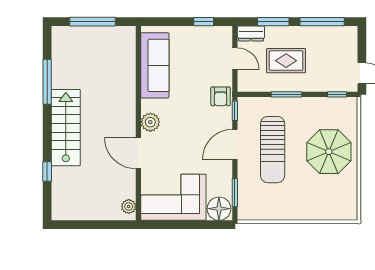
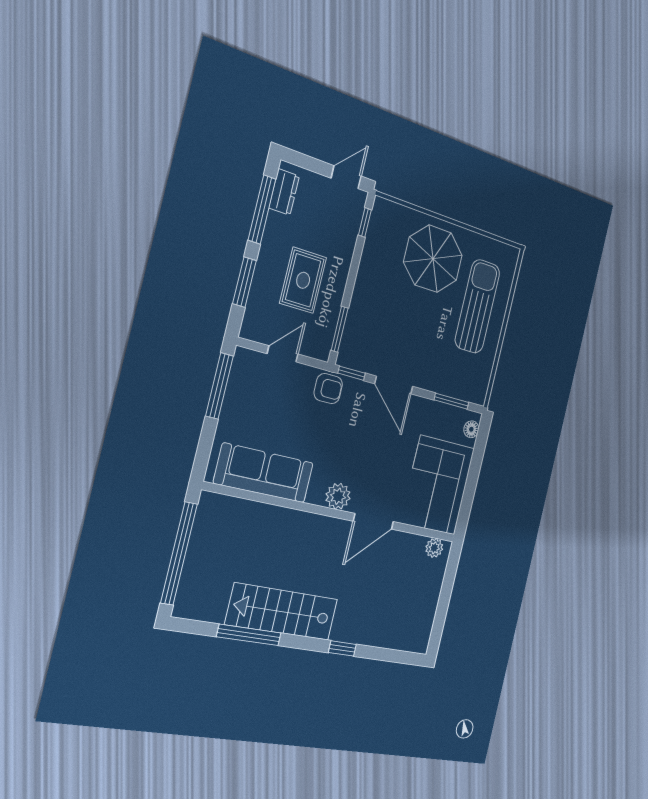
window: (93, 22) -> (179, 553), width x1.46
window: (204, 22) -> (219, 386), width x2.17
dresser: (251, 33) -> (284, 192), moved
window: (287, 94) -> (340, 329), moved
stairs: (66, 128) -> (282, 612), moved
sun lounger: (273, 150) -> (477, 306), moved, turned -90
window: (47, 171) -> (342, 648), moved
floor lamp: (219, 209) -> (471, 429), width x0.53, depth x0.53

